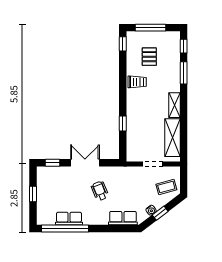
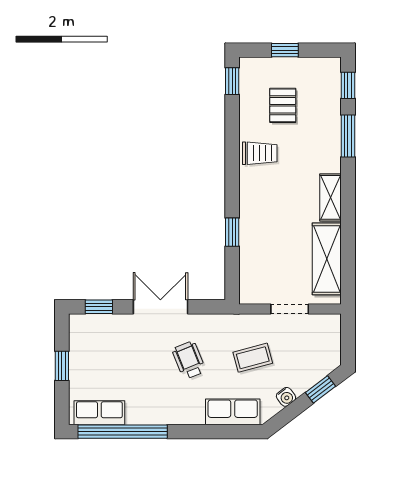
window: (150, 28) -> (285, 50), width x0.46
coffee table: (166, 187) -> (253, 358), moved
window: (160, 213) -> (320, 389), moved
row of seats: (69, 219) -> (99, 413), moved

